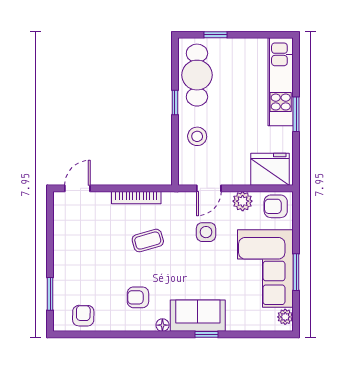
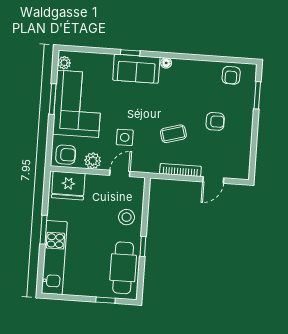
door: (77, 188) -> (213, 180), moved
armchair: (138, 297) -> (215, 121), moved

